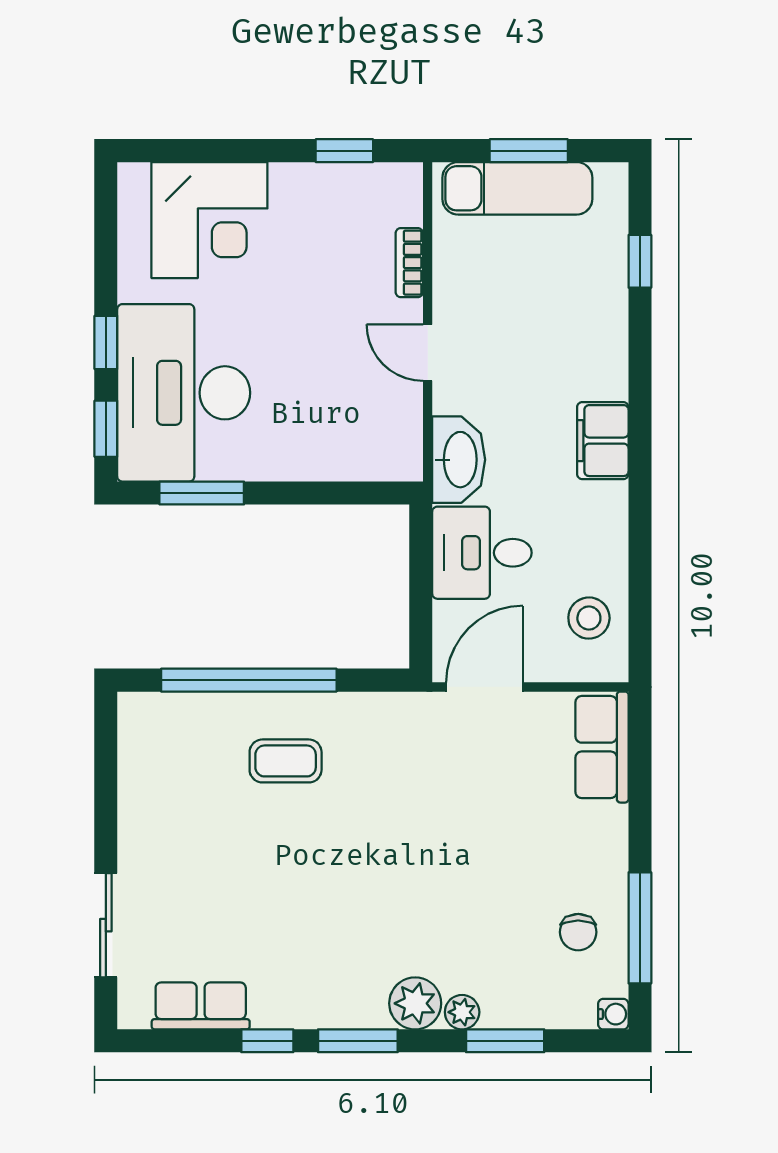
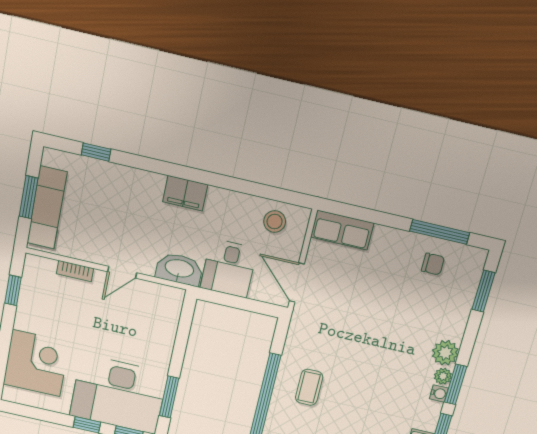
plant: (462, 1012) -> (443, 376), moved
water cooler: (613, 1014) -> (439, 393), moved, turned 90
window: (505, 1041) -> (483, 291), moved

